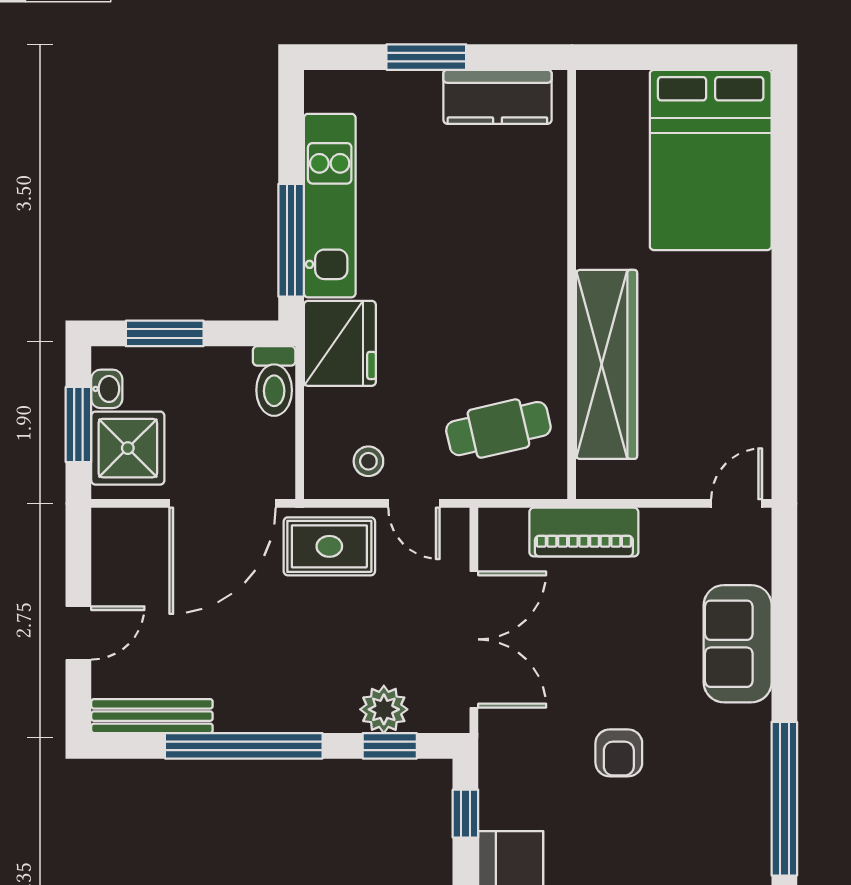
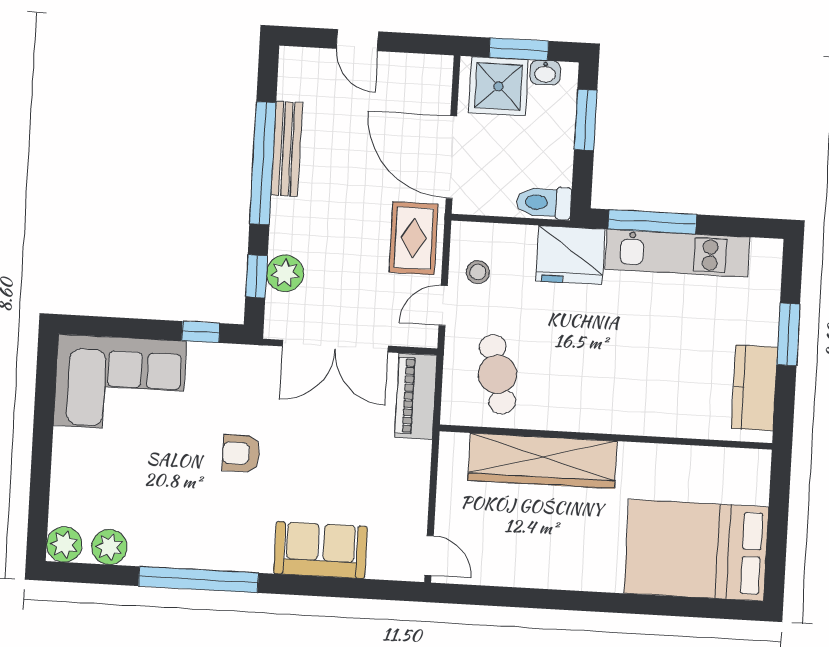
piano: (584, 532) -> (416, 396), moved
bench: (152, 716) -> (287, 149), moved

